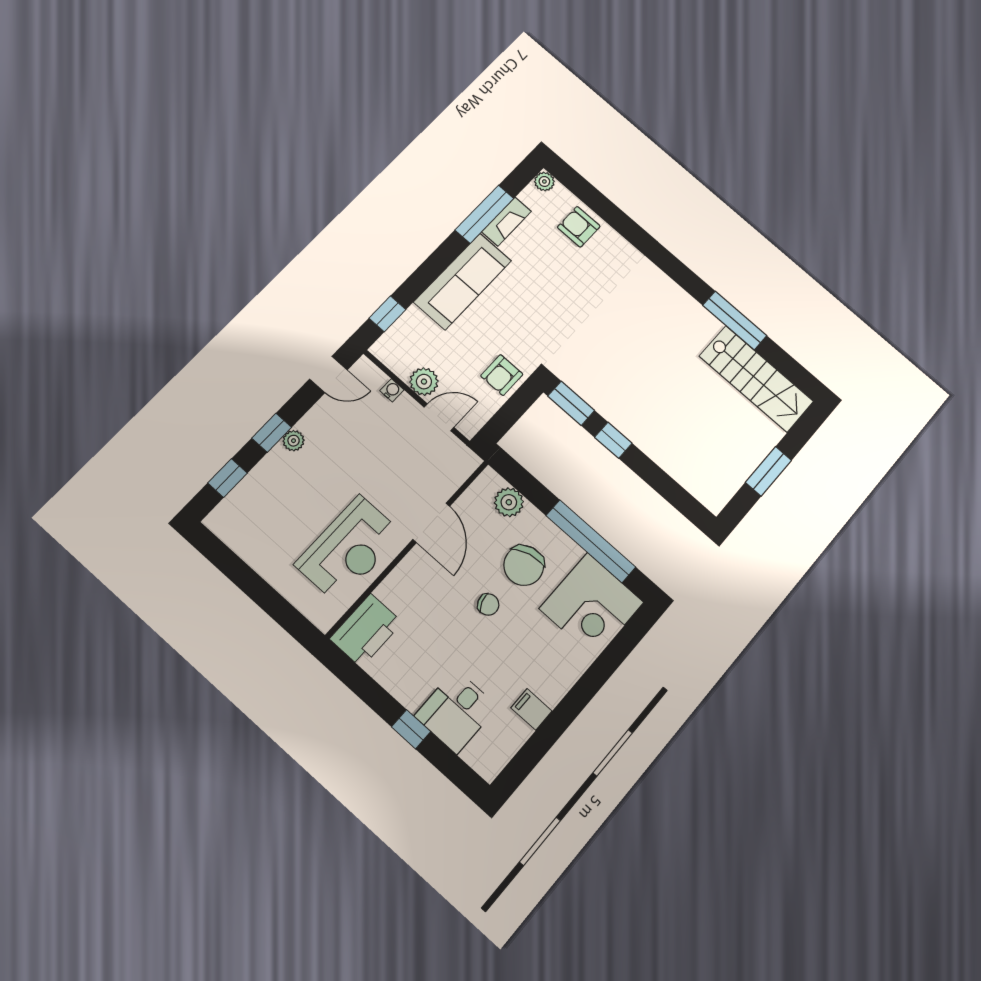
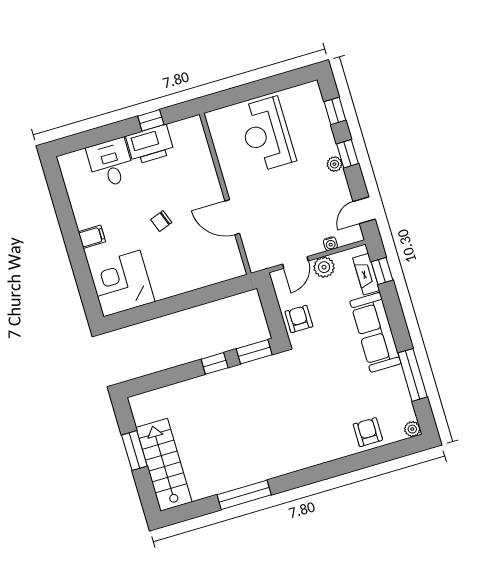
fireplace: (507, 222) -> (366, 274), moved
armchair: (579, 227) -> (368, 432), turned -90
stairs: (756, 379) -> (164, 465), moved, turned 90
plant: (509, 502) -> (216, 273), removed
window: (591, 541) -> (161, 308), removed
reception desk: (349, 549) -> (267, 134), moved
chair: (524, 565) -> (171, 258), removed
printer: (366, 631) -> (150, 145), moved, turned -90
filing cabinet: (531, 709) -> (92, 237), moved
window: (411, 729) -> (151, 120), moved

